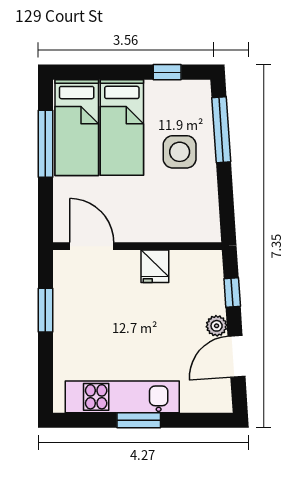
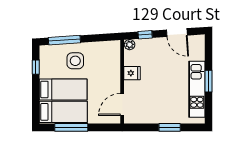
window: (45, 310) -> (170, 127), moved
plant: (217, 326) -> (130, 45), moved

